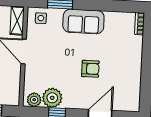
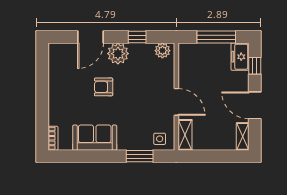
sofa: (83, 21) -> (95, 138), moved
plant: (52, 98) -> (118, 54), moved

